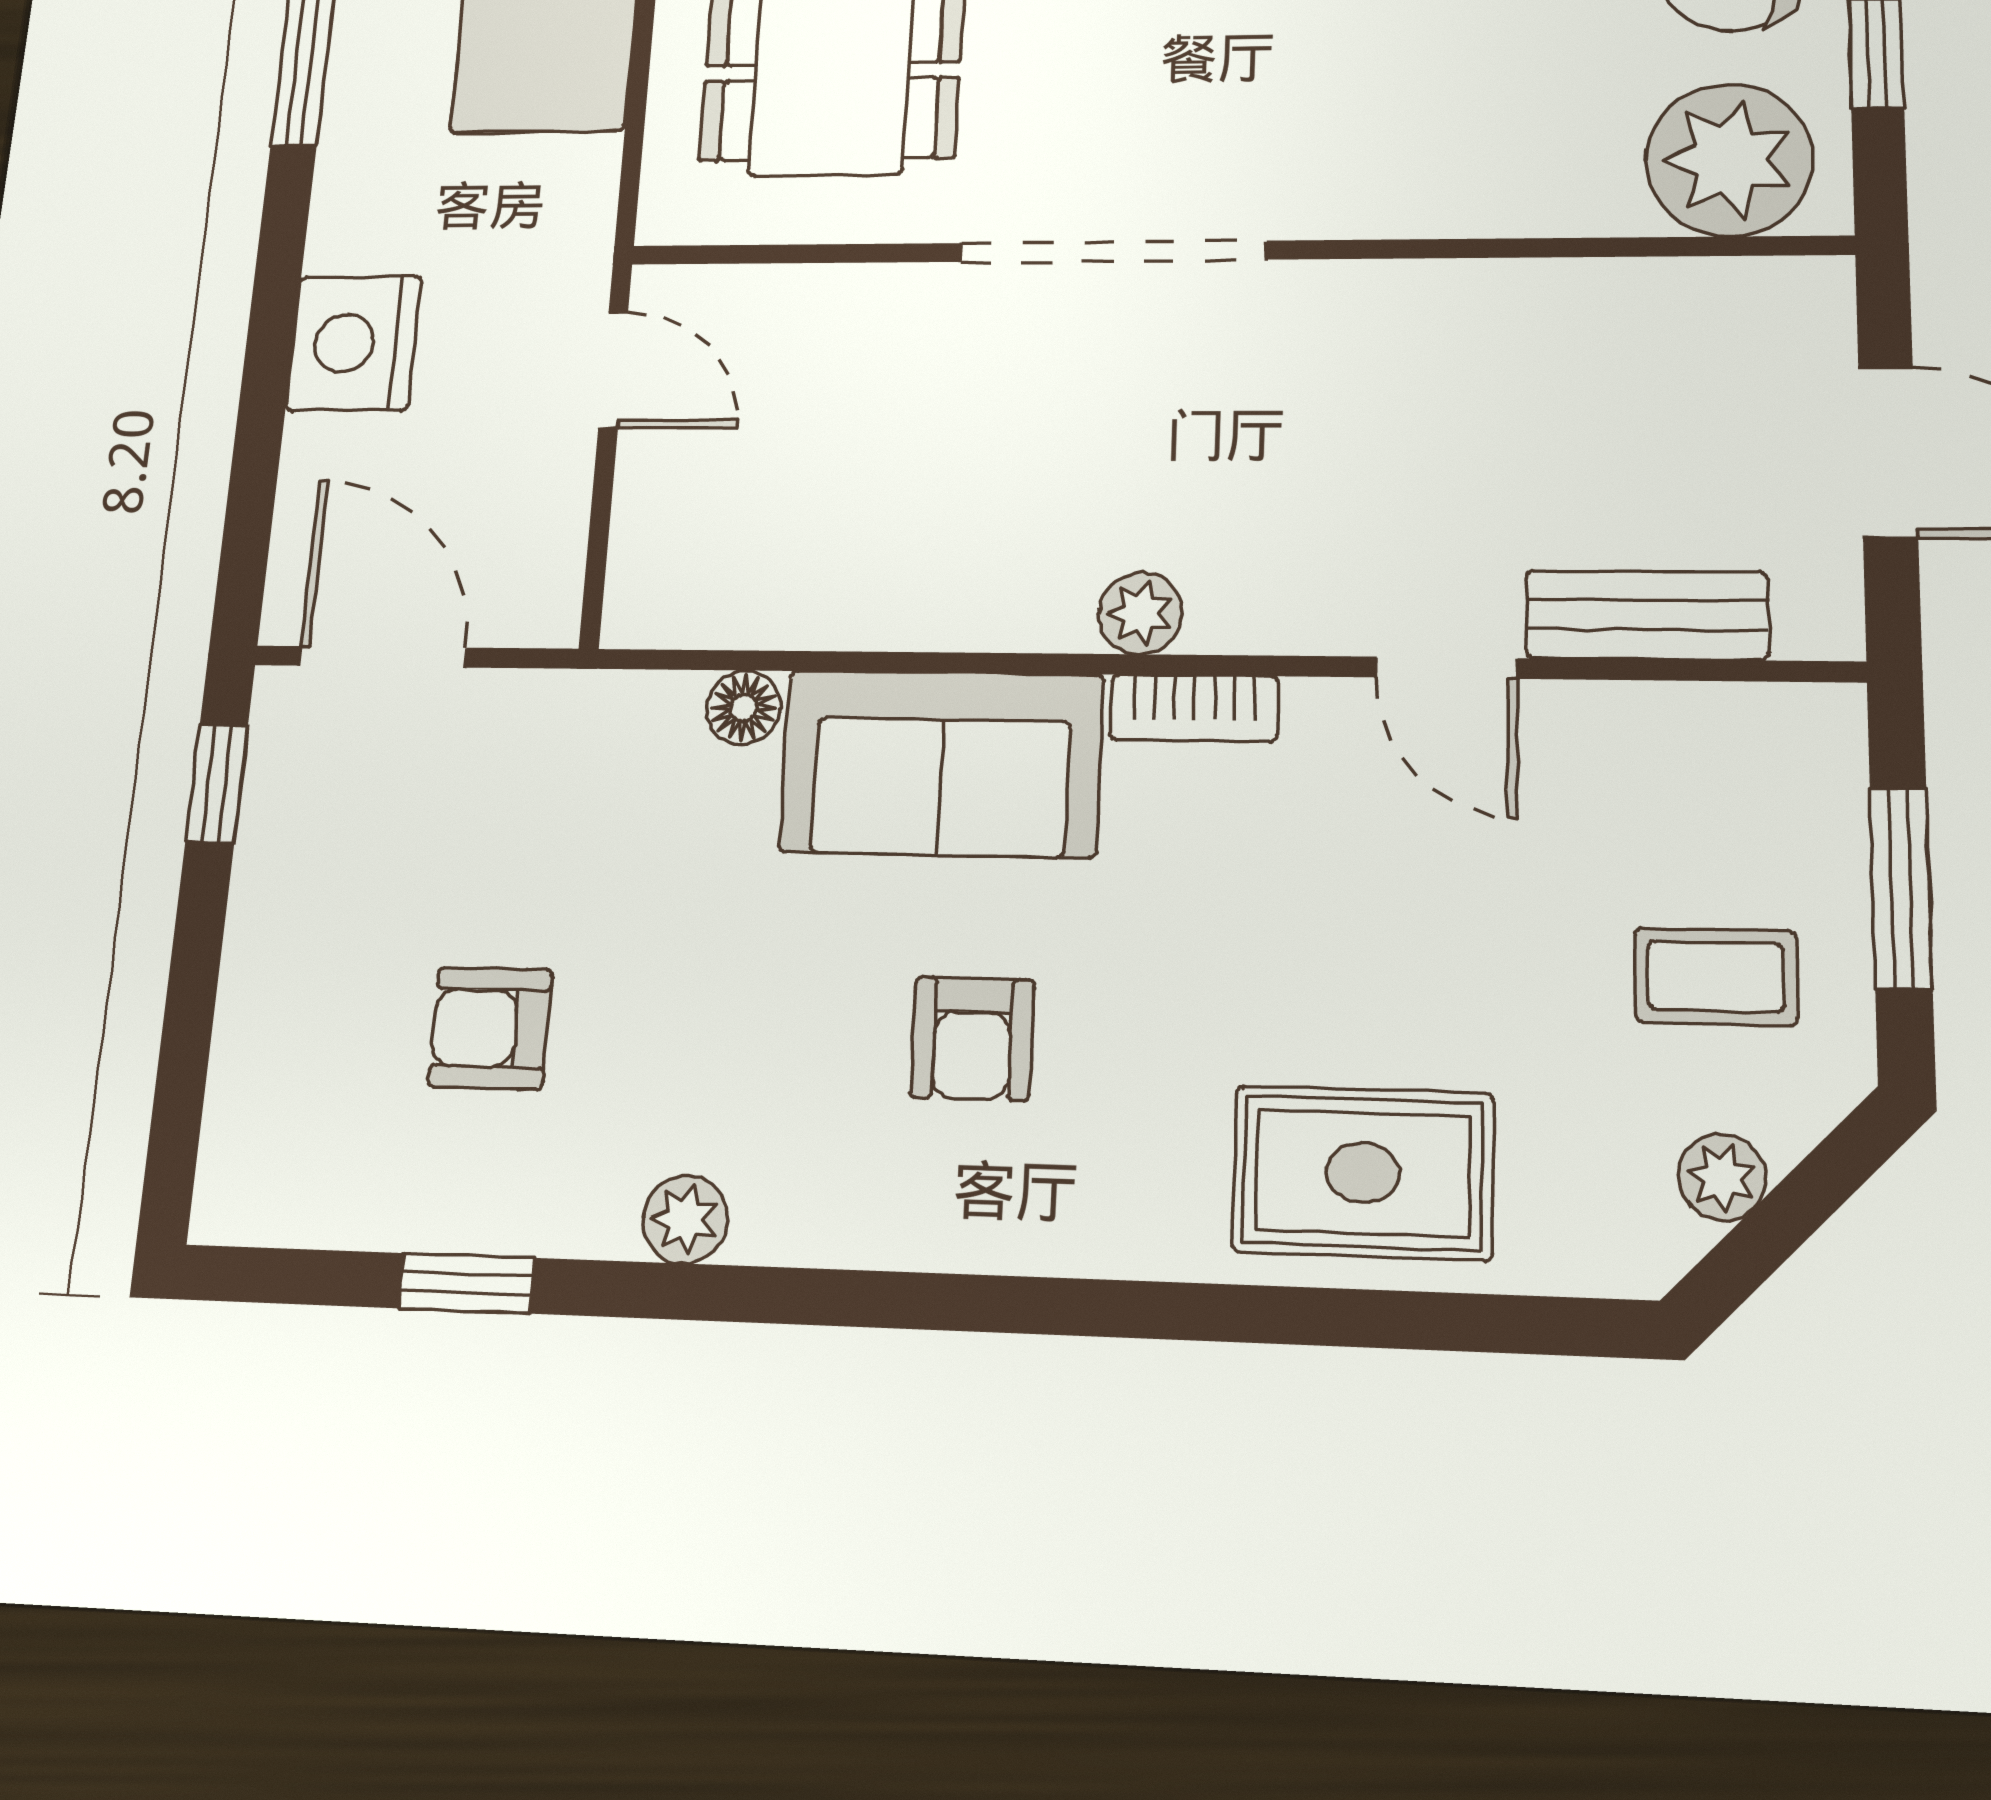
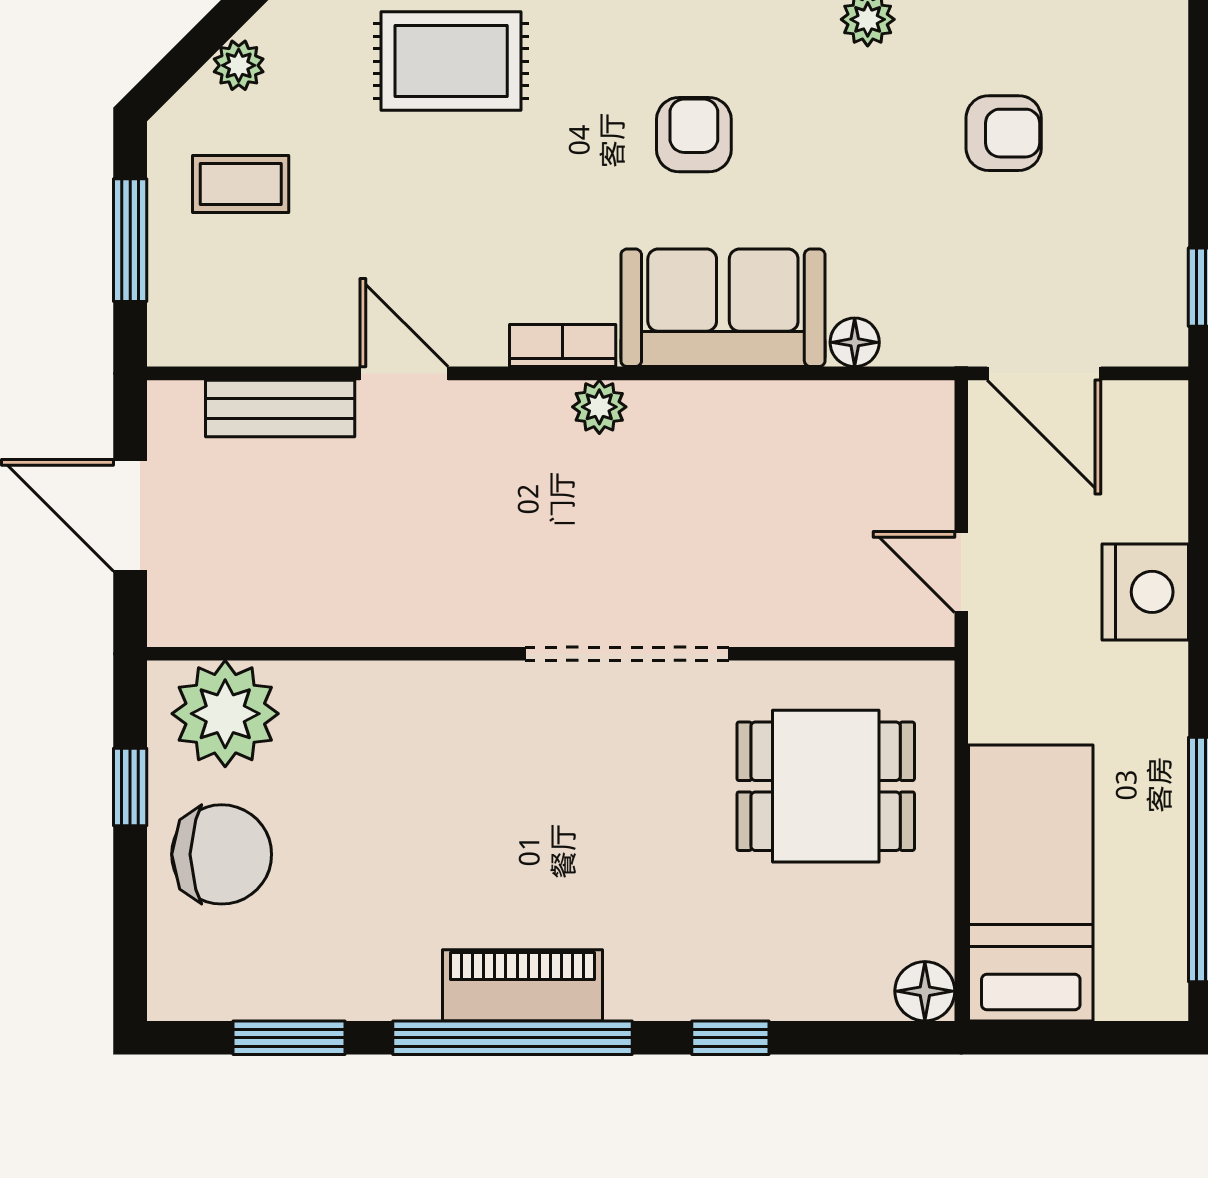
door: (382, 657) -> (1044, 373), moved

